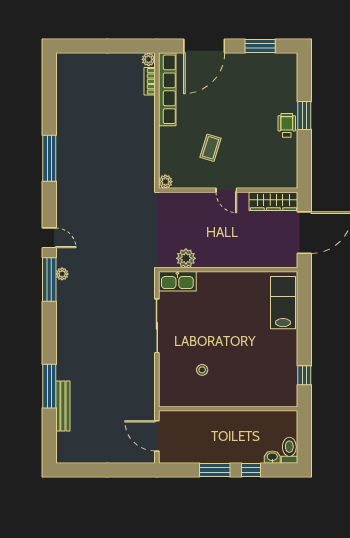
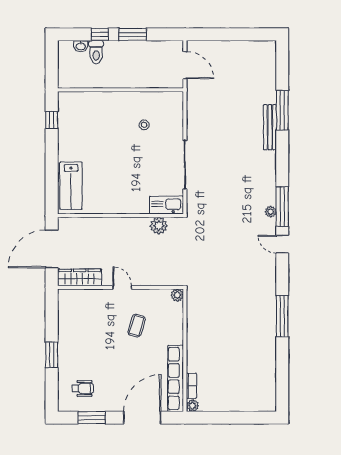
wheelchair: (287, 125) -> (83, 388), moved, turned -90
bench: (63, 406) -> (270, 127), moved
toilet: (289, 450) -> (96, 52), moved

